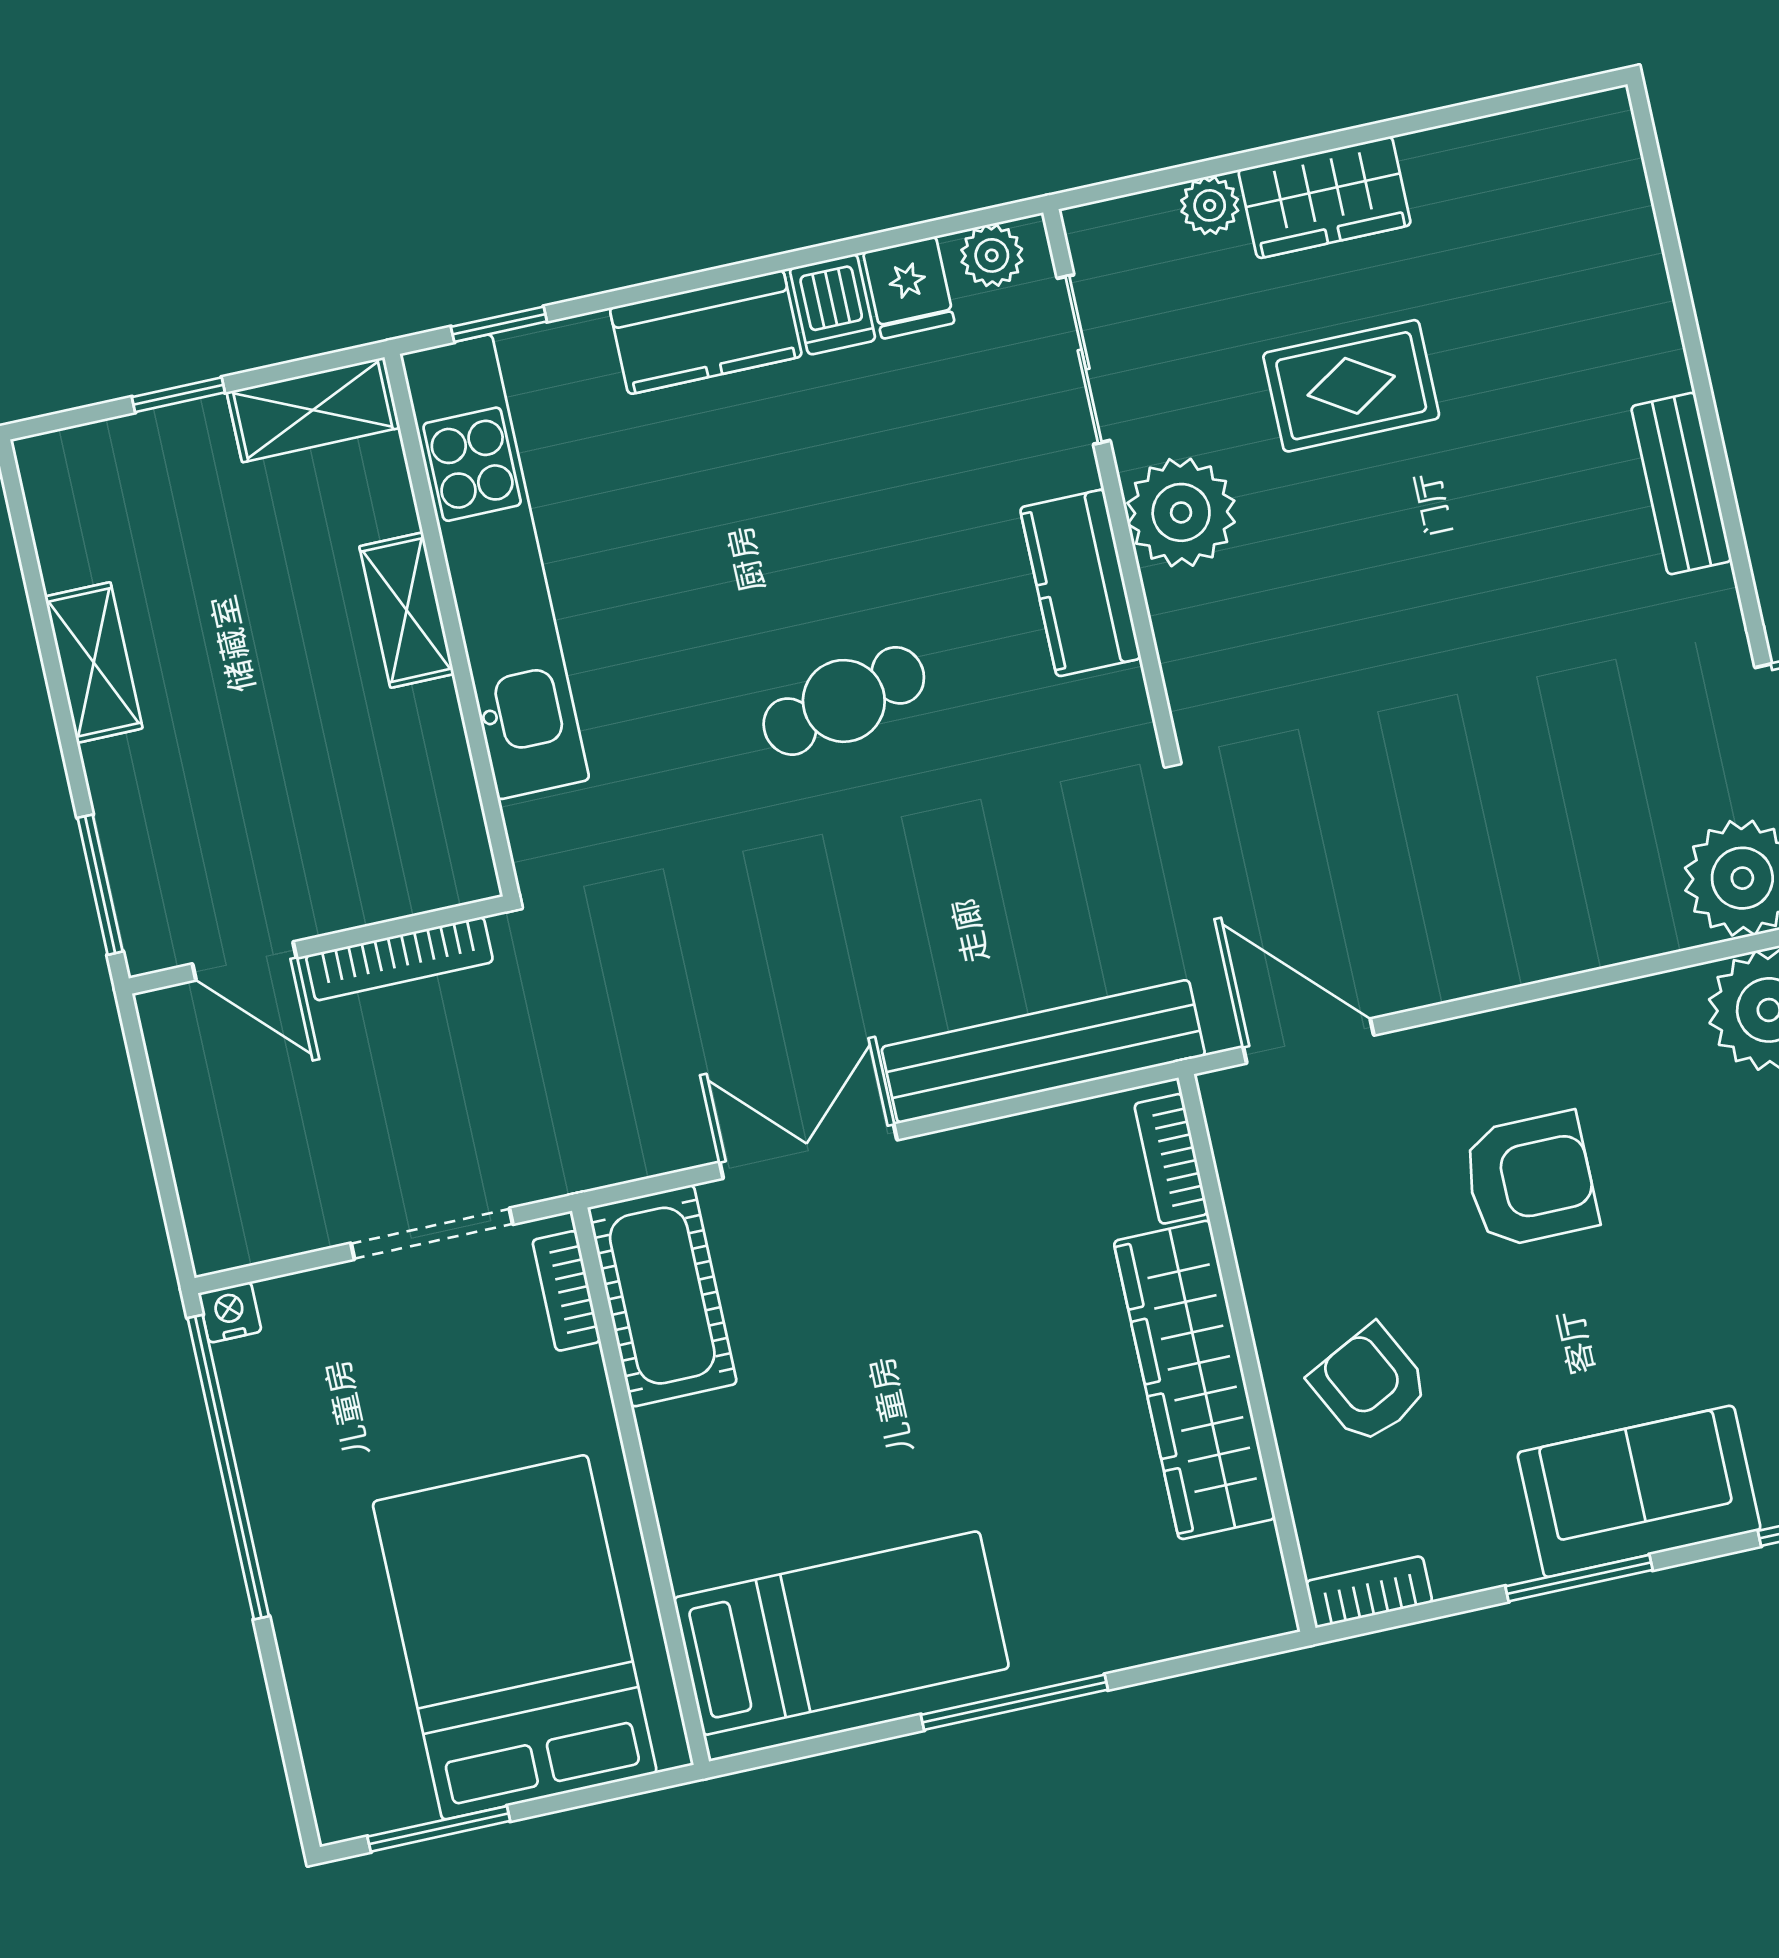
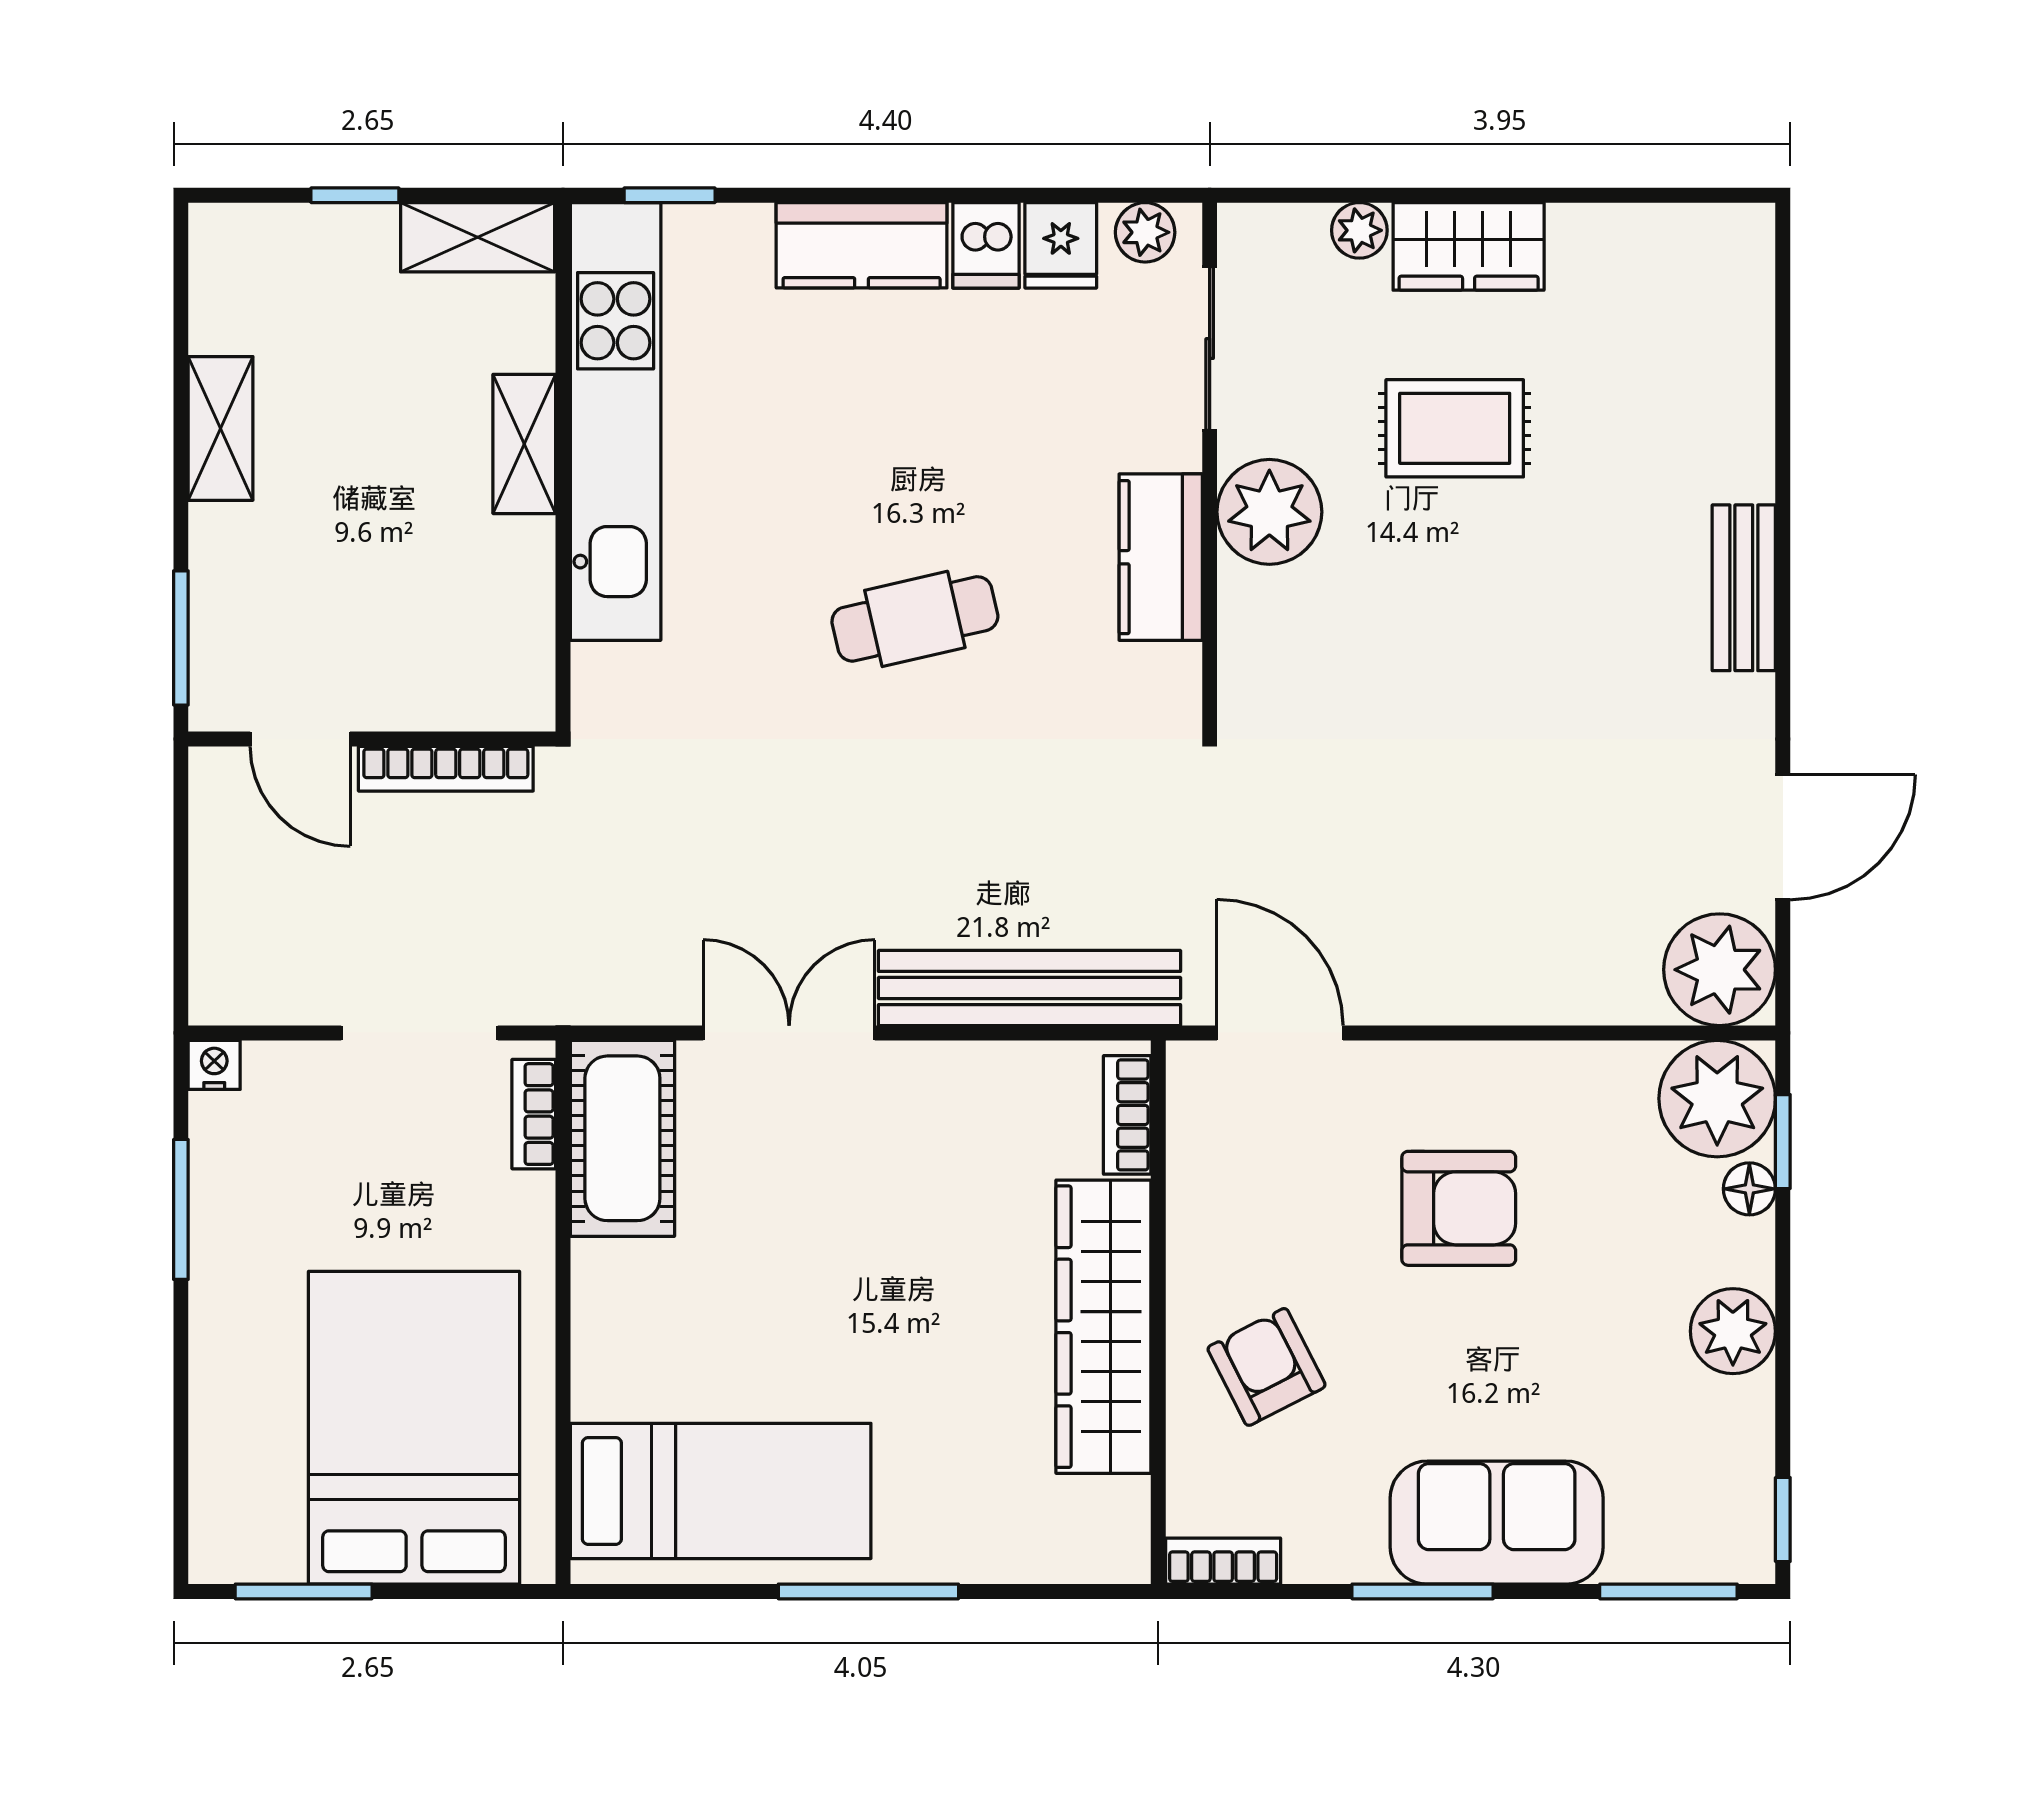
window: (228, 1467) -> (181, 1209), width x0.47

